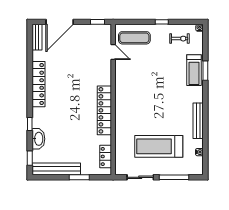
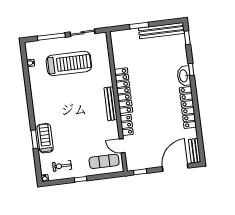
bench: (198, 121) -> (111, 104), moved
washbasin: (38, 139) -> (184, 76), moved
locker: (106, 156) -> (127, 125), moved

